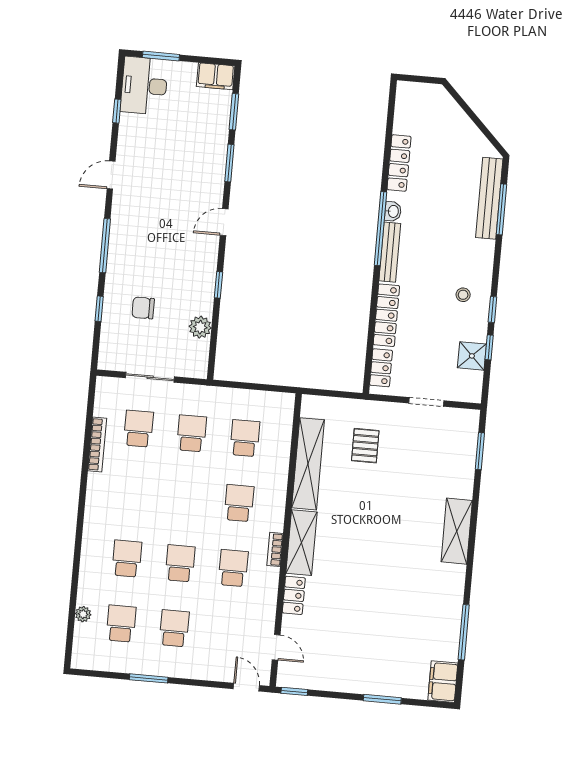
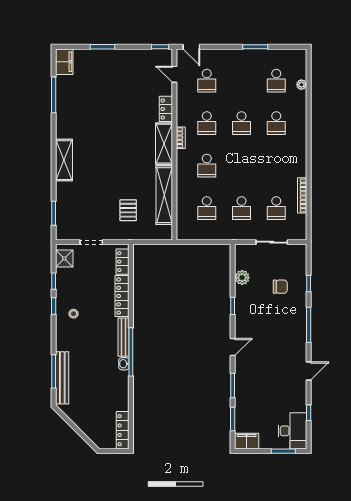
locker: (399, 163) -> (123, 430), moved
shower: (472, 356) -> (64, 258), moved
school desk: (174, 628) -> (207, 81), moved

